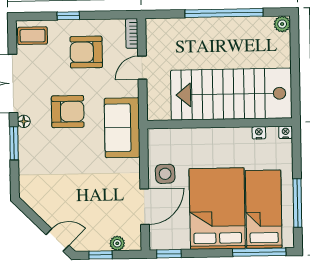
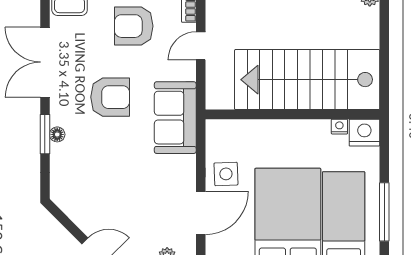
floor lamp: (24, 121) -> (57, 134), moved
nightstand: (286, 132) -> (364, 133), width x1.89, depth x1.79

